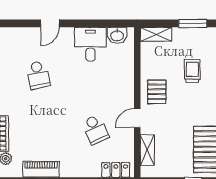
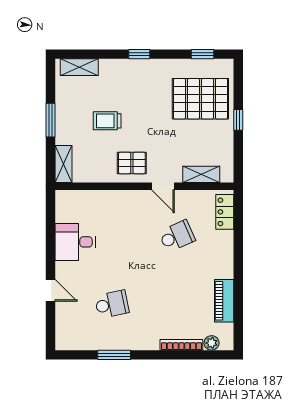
washbasin: (117, 35) -> (65, 210), removed

